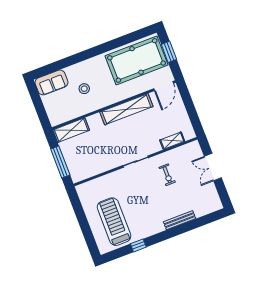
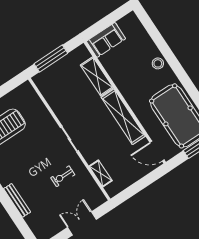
sofa: (52, 82) -> (106, 40), moved, turned -90
stool: (84, 89) -> (158, 63), moved
shelving: (71, 130) -> (97, 76), moved

